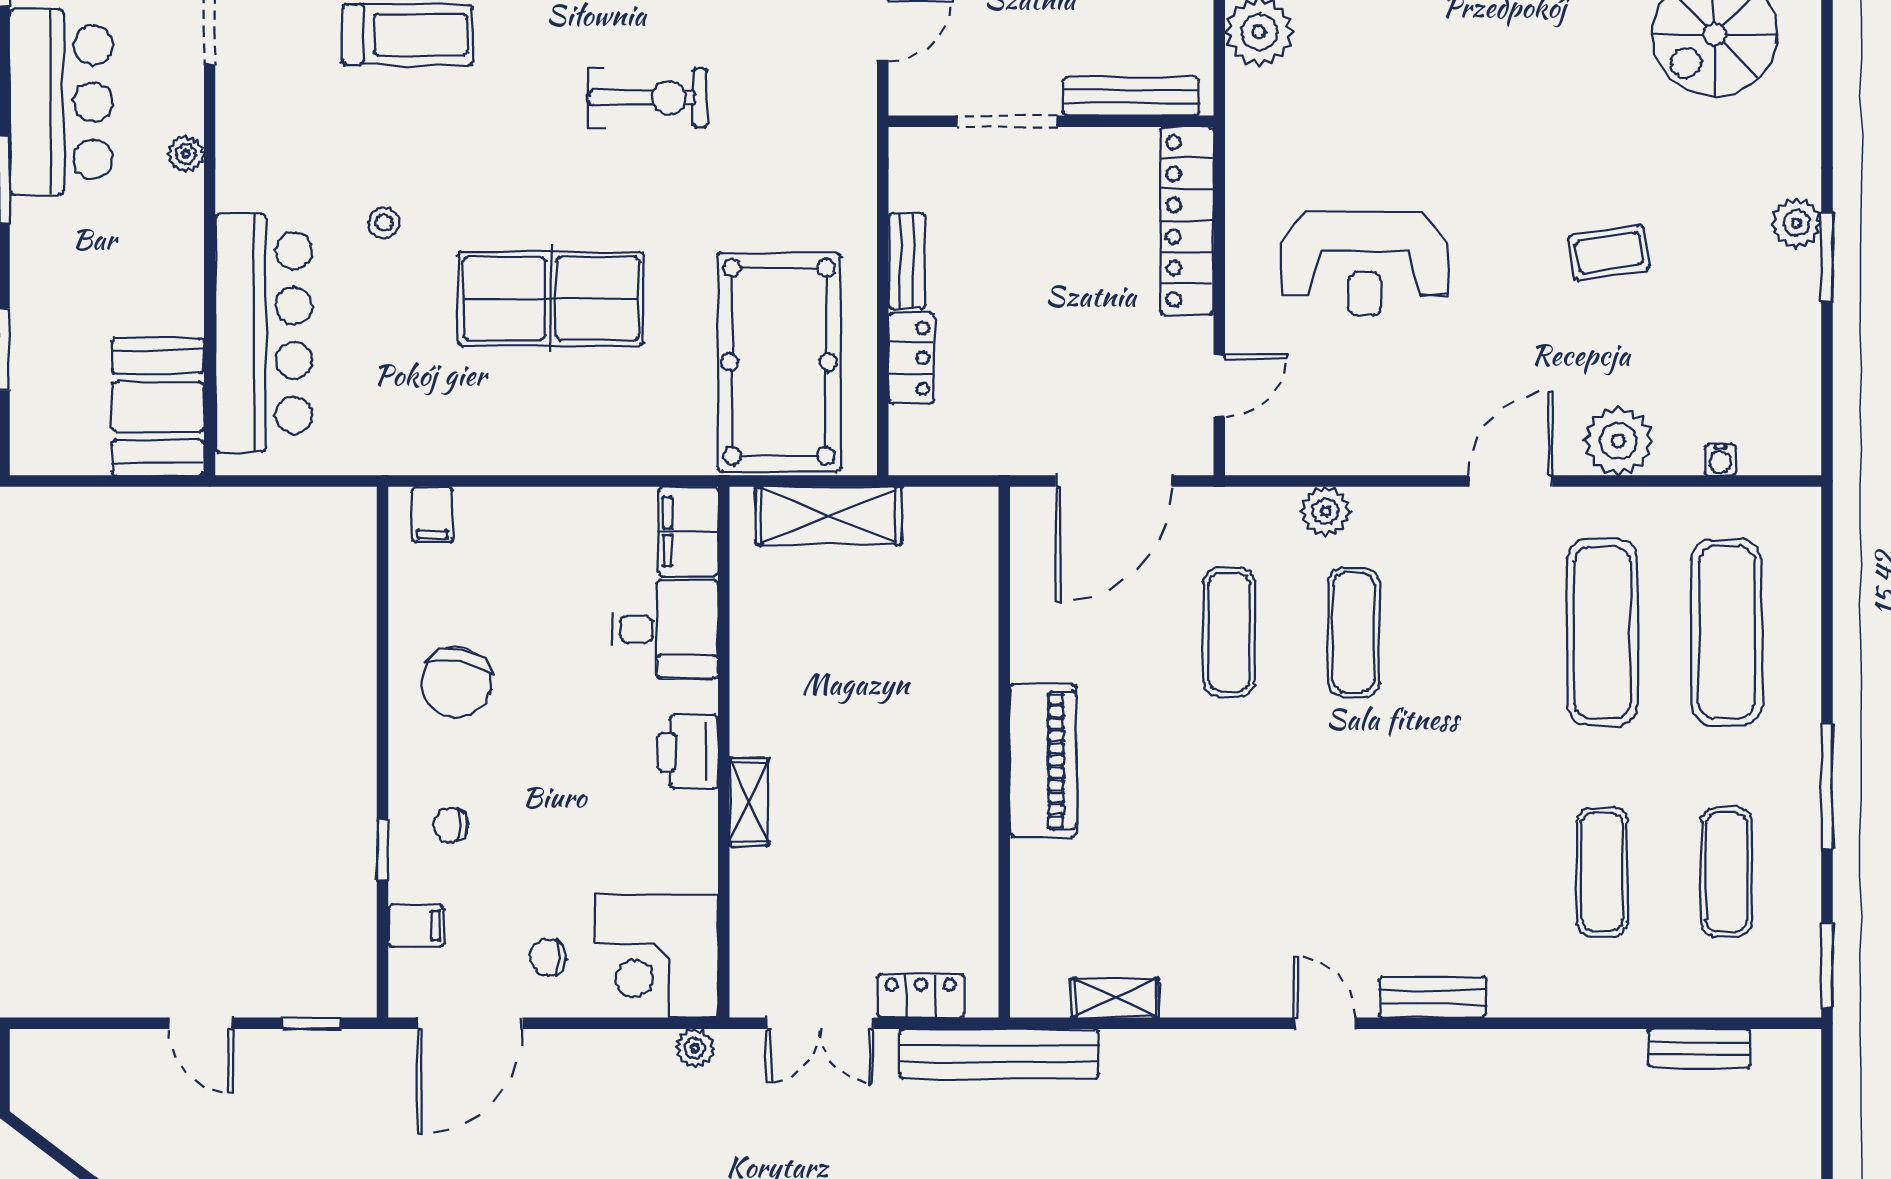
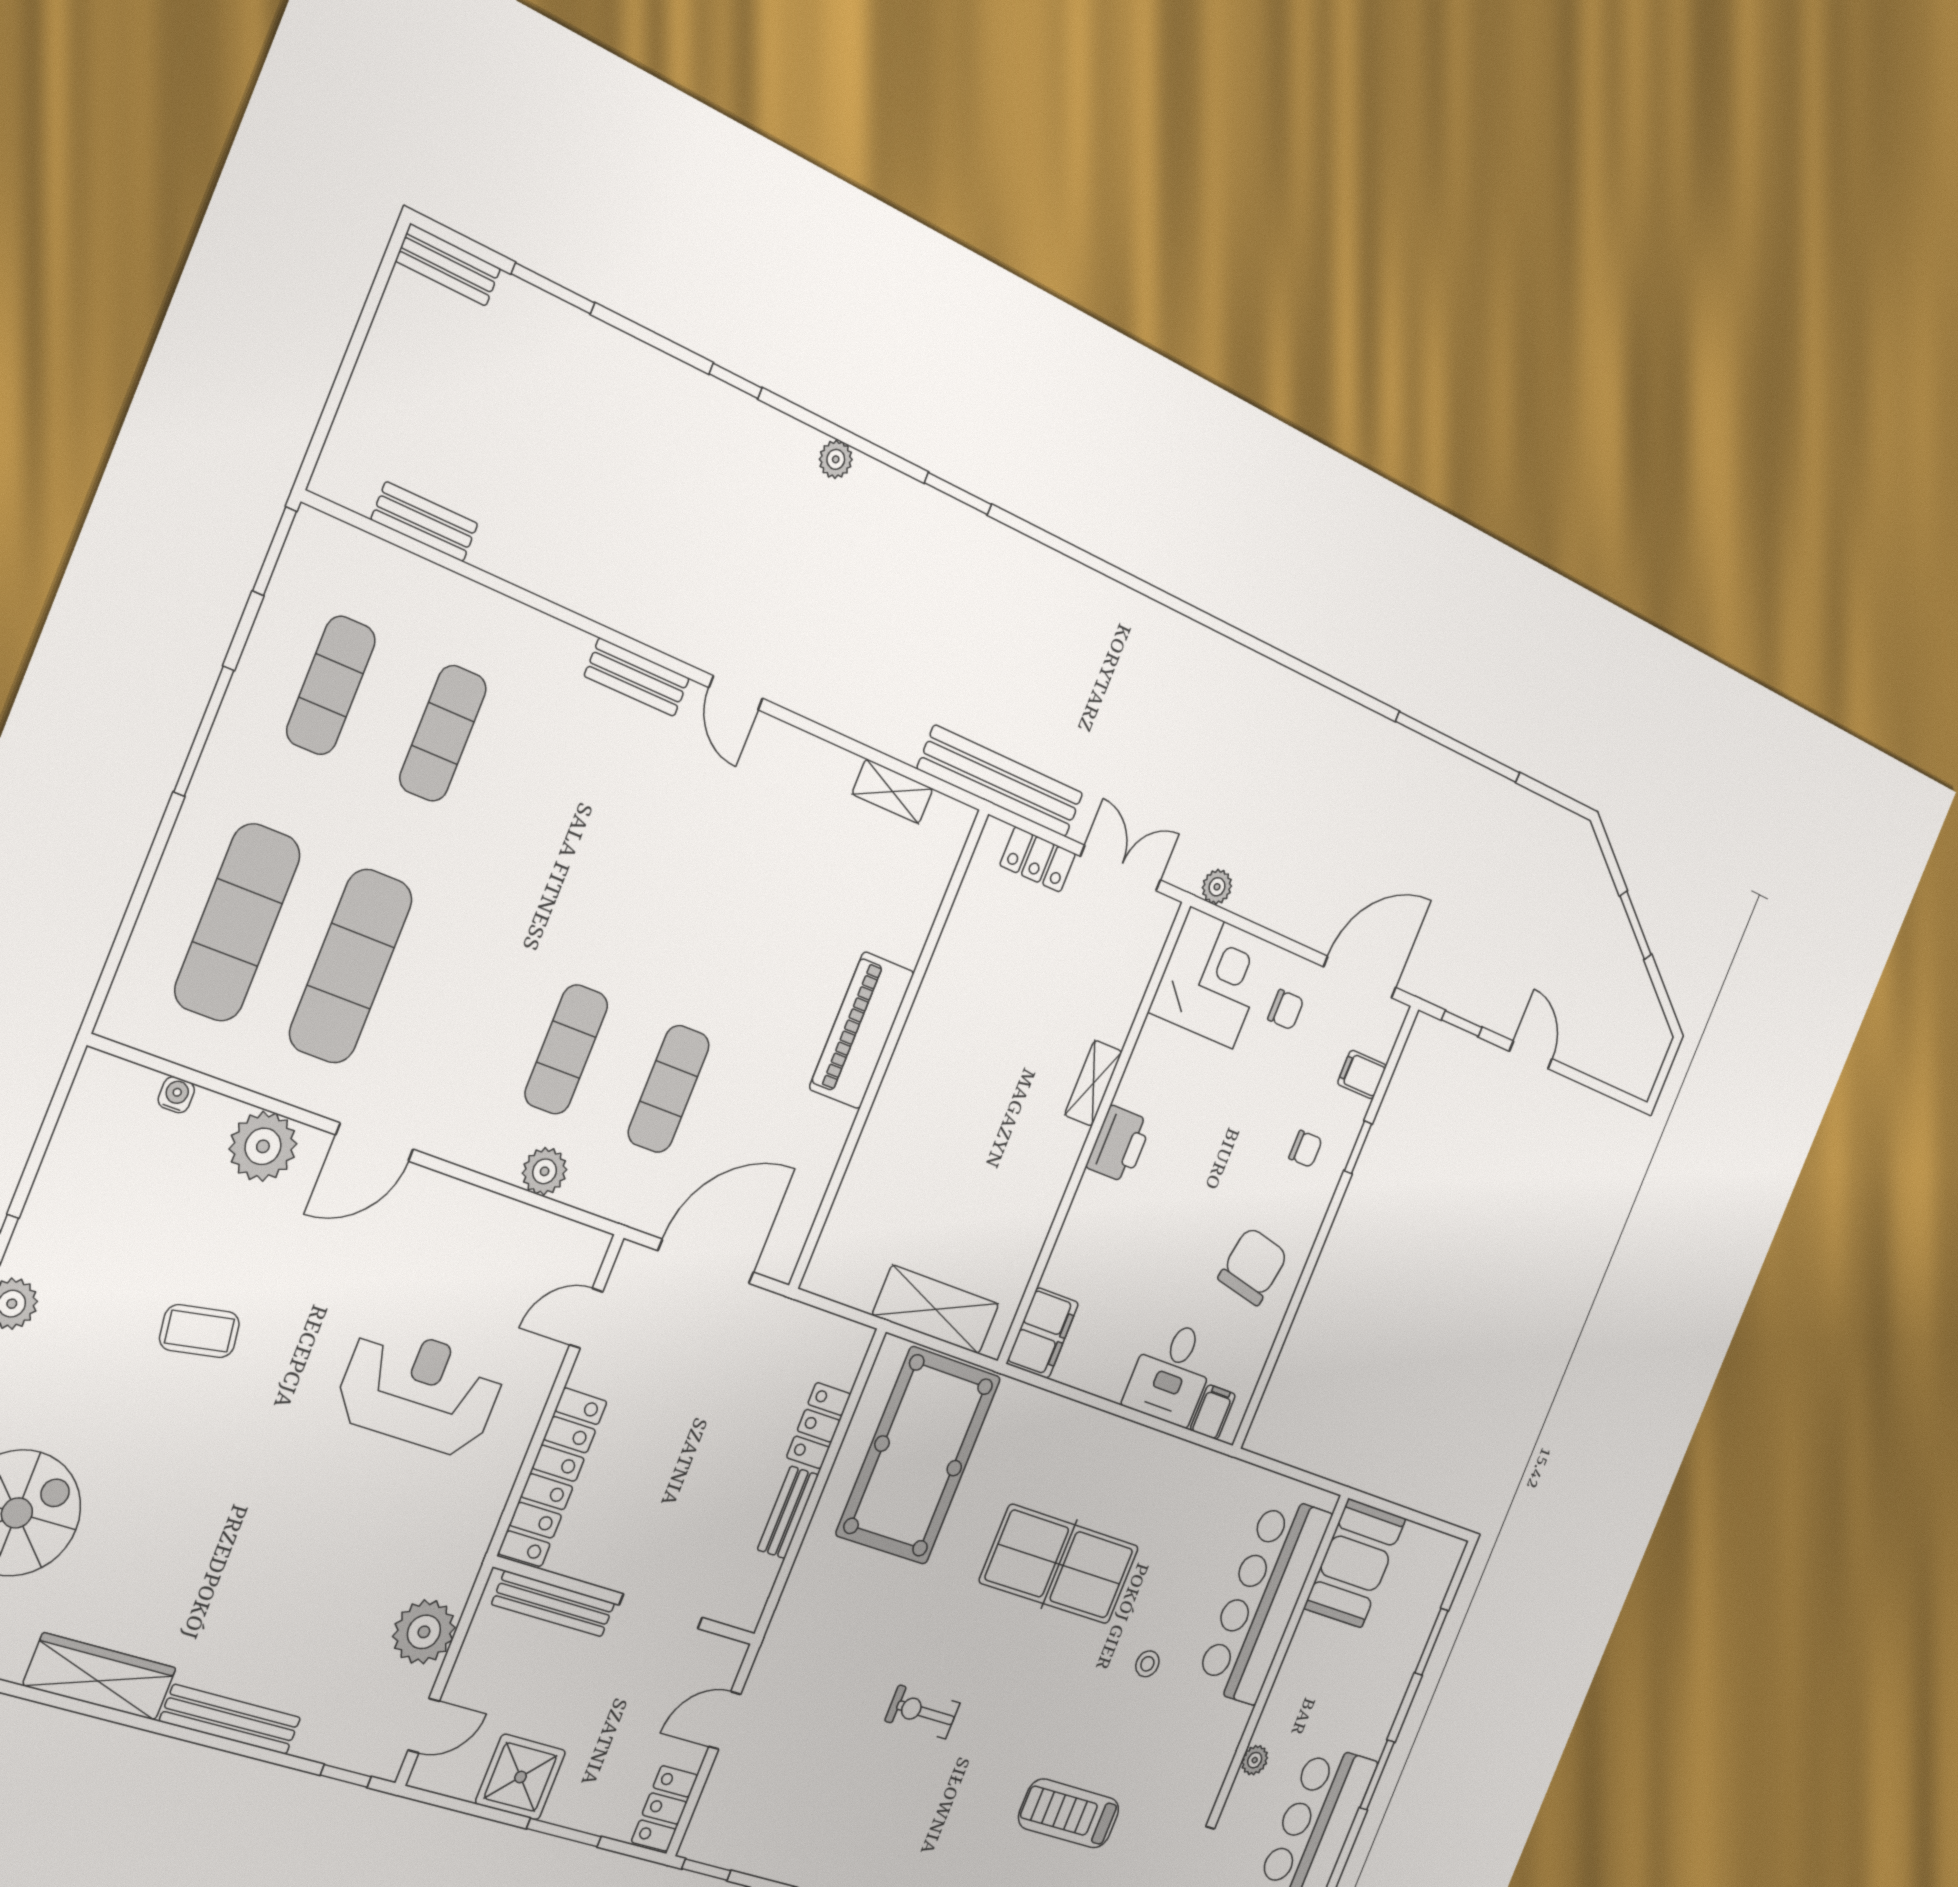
exercise bike: (648, 98) -> (922, 1712), width x0.73, depth x0.72
desk: (665, 629) -> (1172, 1373), moved, turned -90

